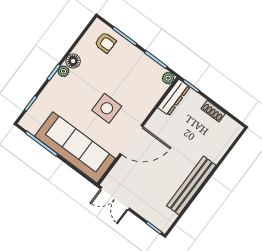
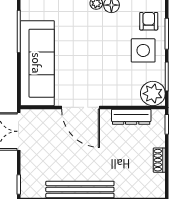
armchair: (105, 42) -> (149, 21), turned 180
plant: (168, 78) -> (153, 94), width x1.87, depth x1.87
dresser: (174, 97) -> (131, 117), moved
side table: (107, 108) -> (143, 50), moved

